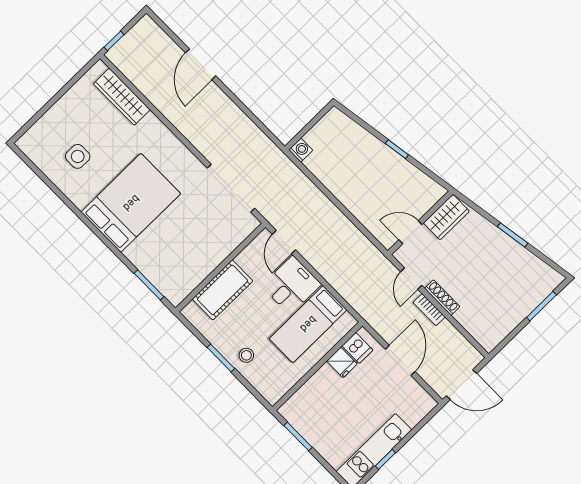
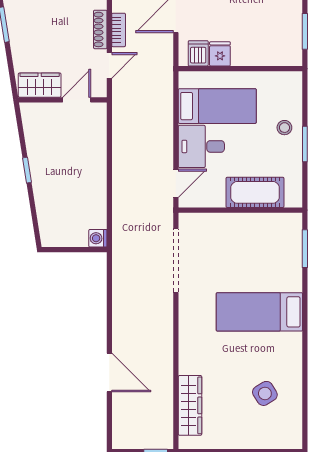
door: (201, 64) -> (109, 372), hinge flipped
side table: (78, 156) -> (265, 393), turned -32
bed: (131, 203) -> (259, 312), width x0.67
door: (410, 232) -> (77, 100), swing flipped

